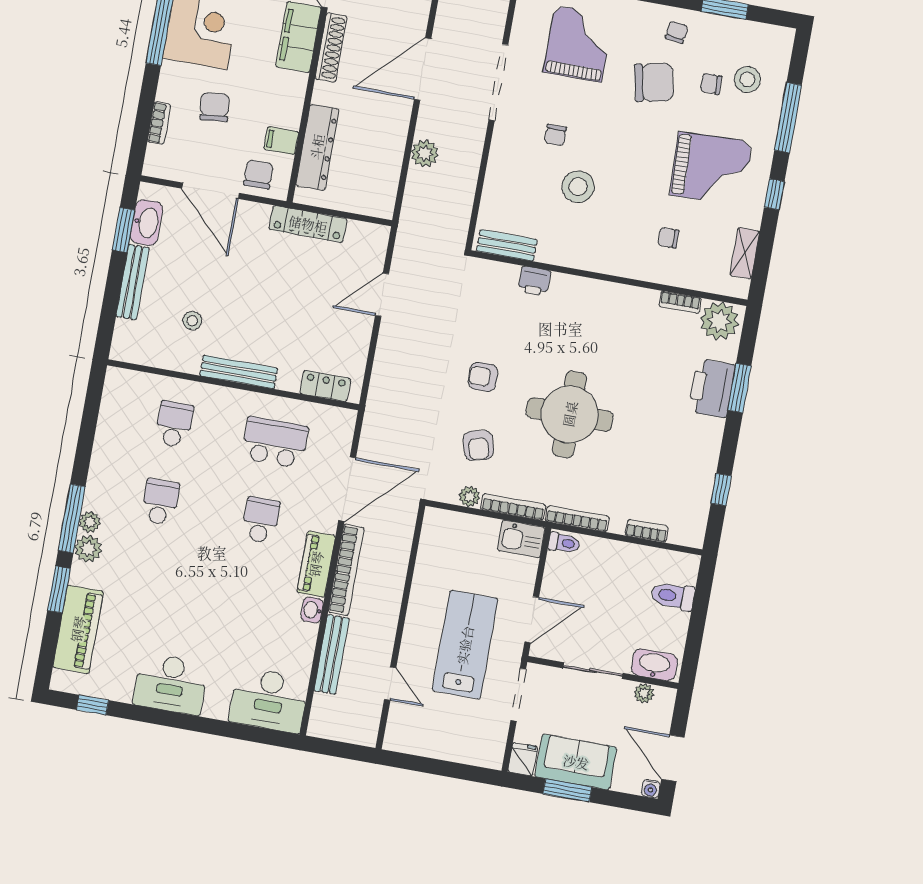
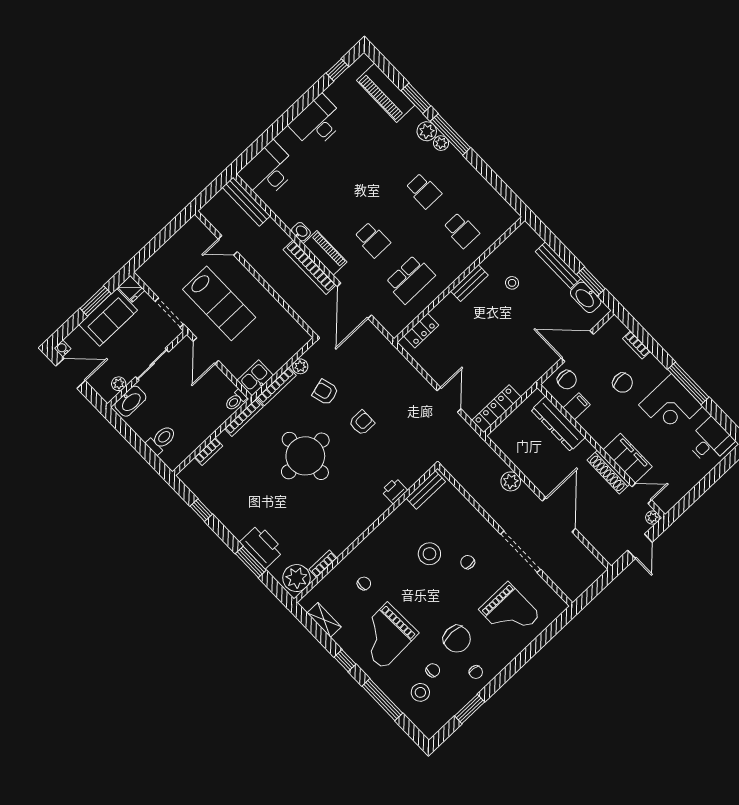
chair: (654, 82) -> (457, 639), turned -78
locker: (308, 224) -> (496, 409), moved
bench: (239, 372) -> (469, 283), width x0.73
bench: (332, 654) -> (246, 202), moved

